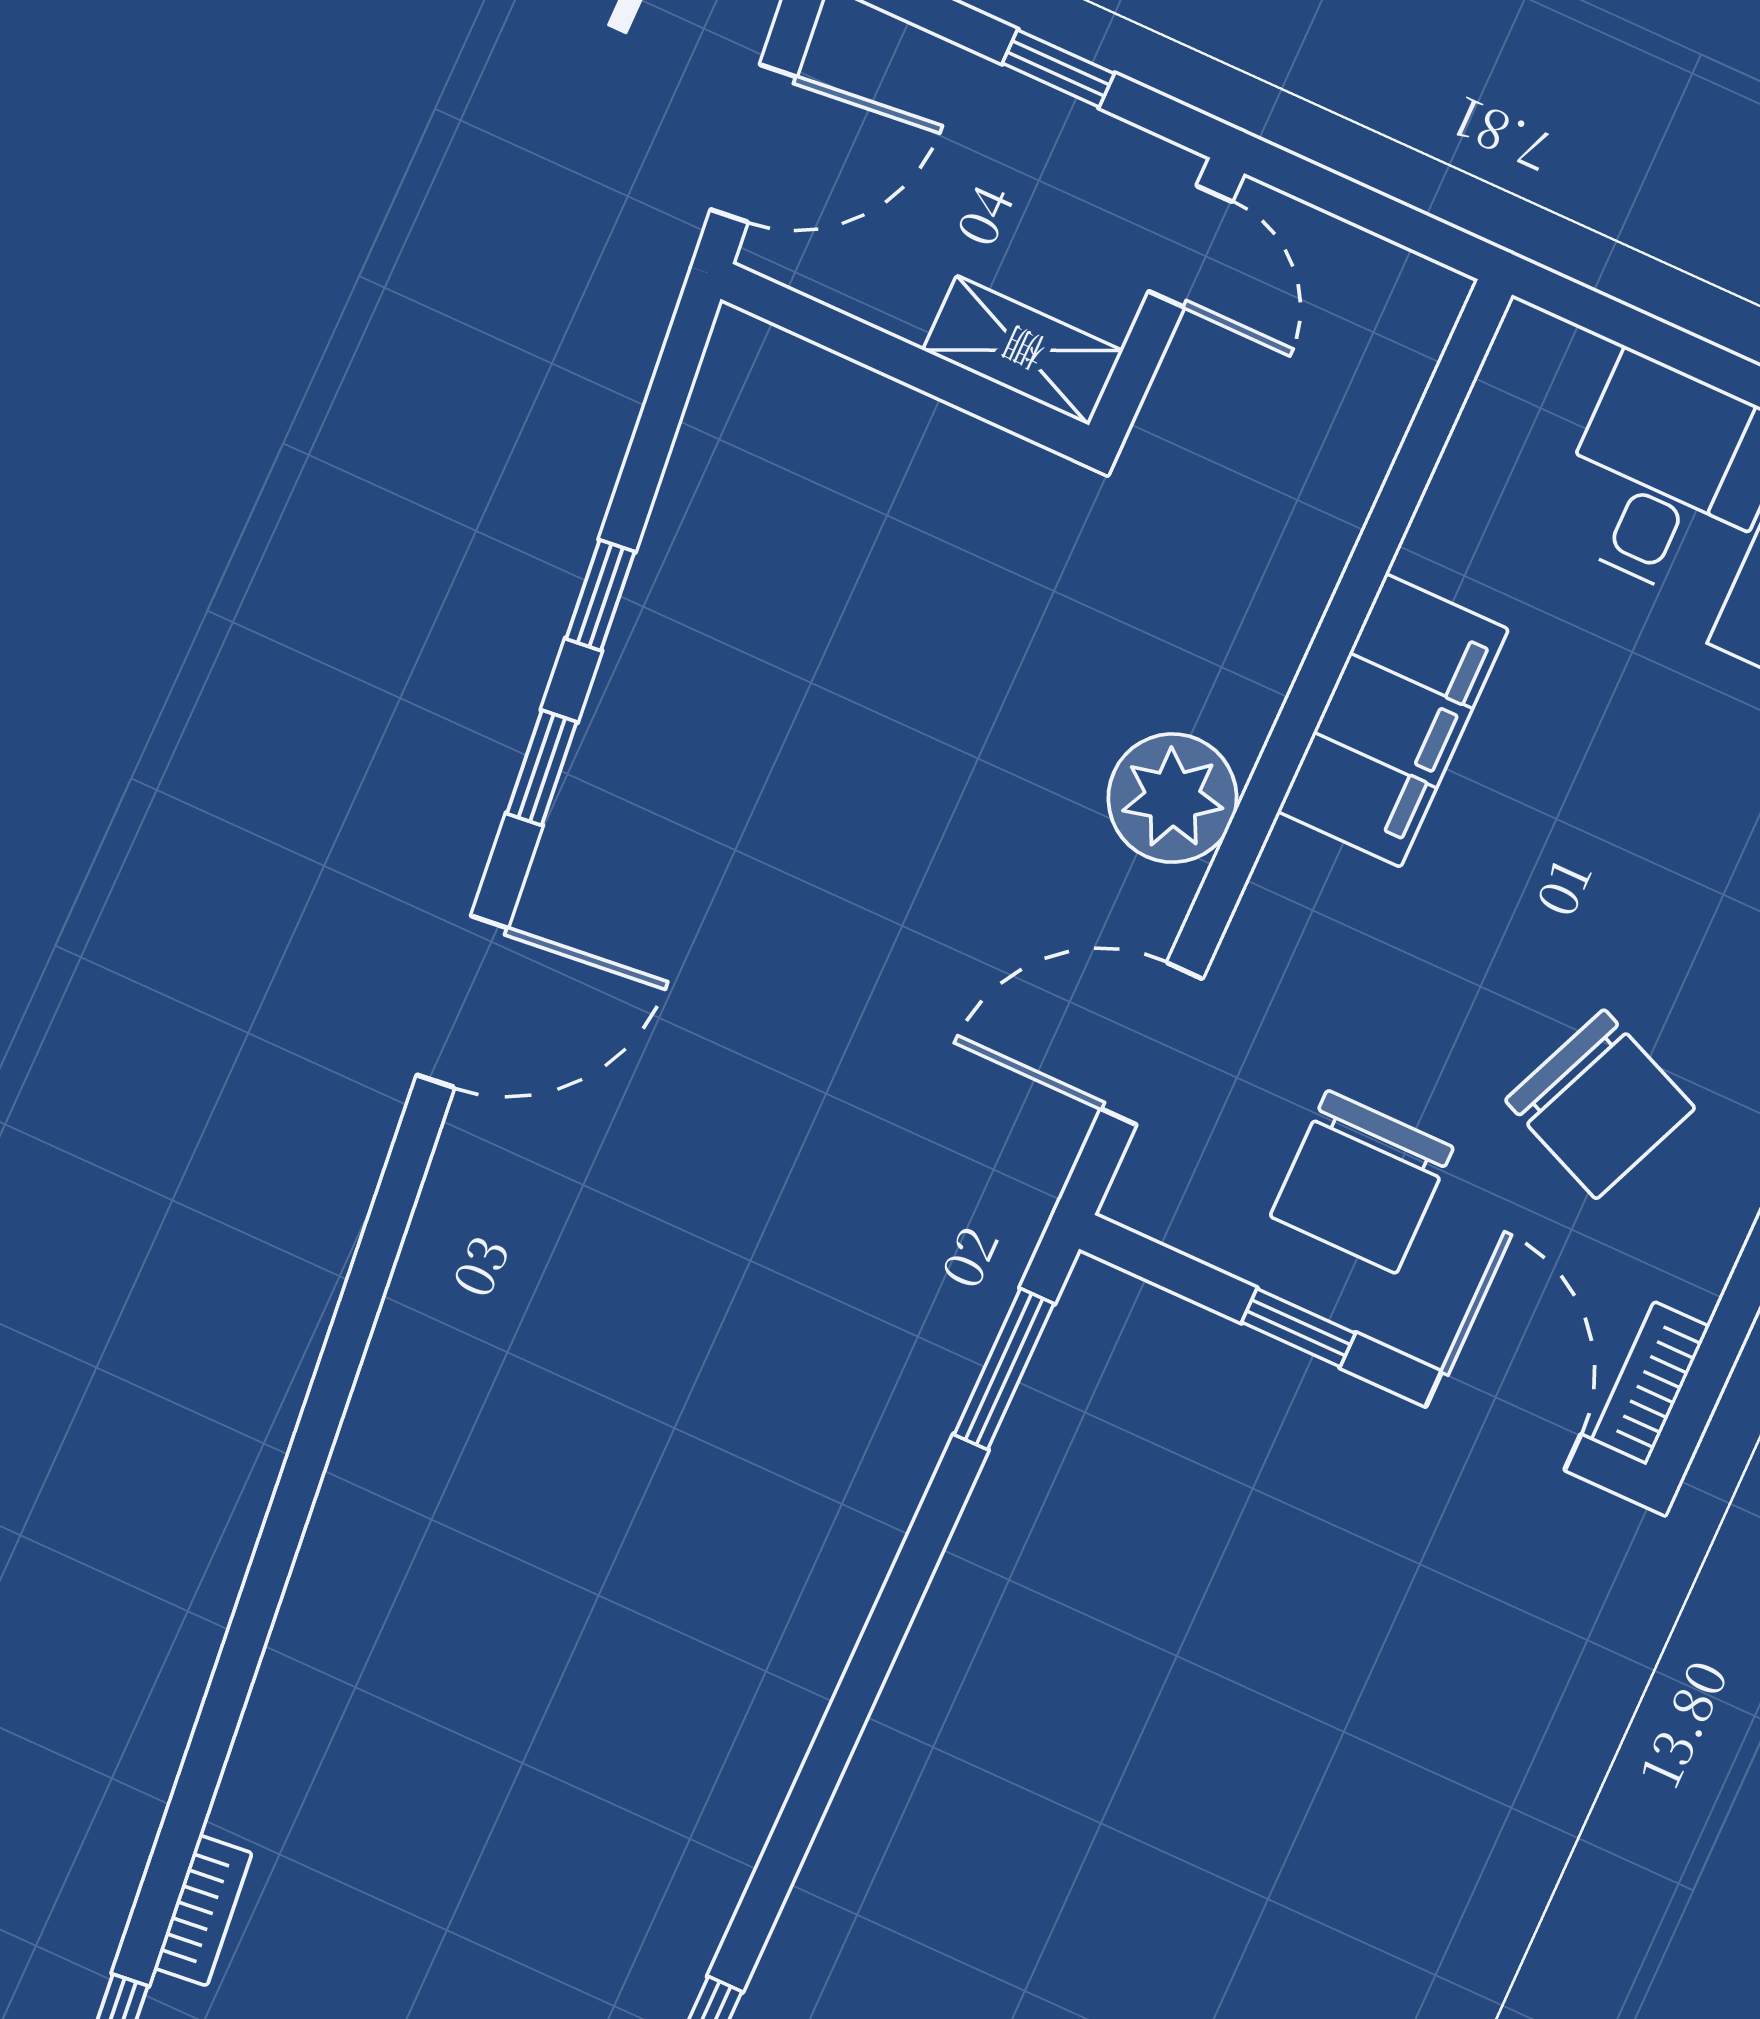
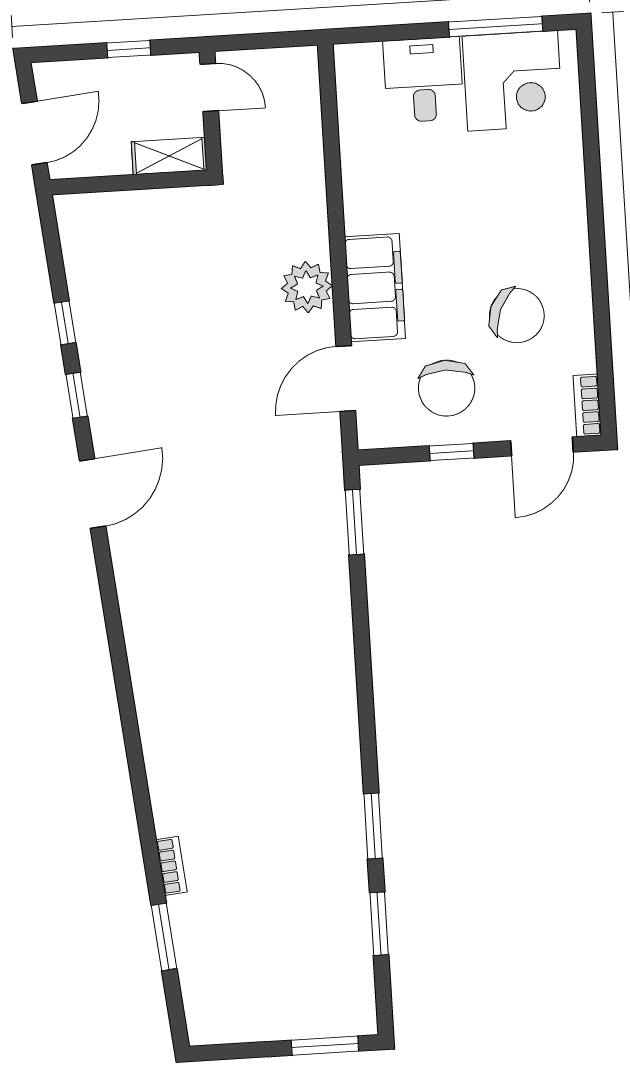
filing cabinet: (1393, 720) -> (375, 288), moved
door: (1503, 1421) -> (542, 446), swing flipped

